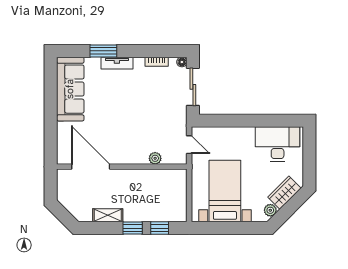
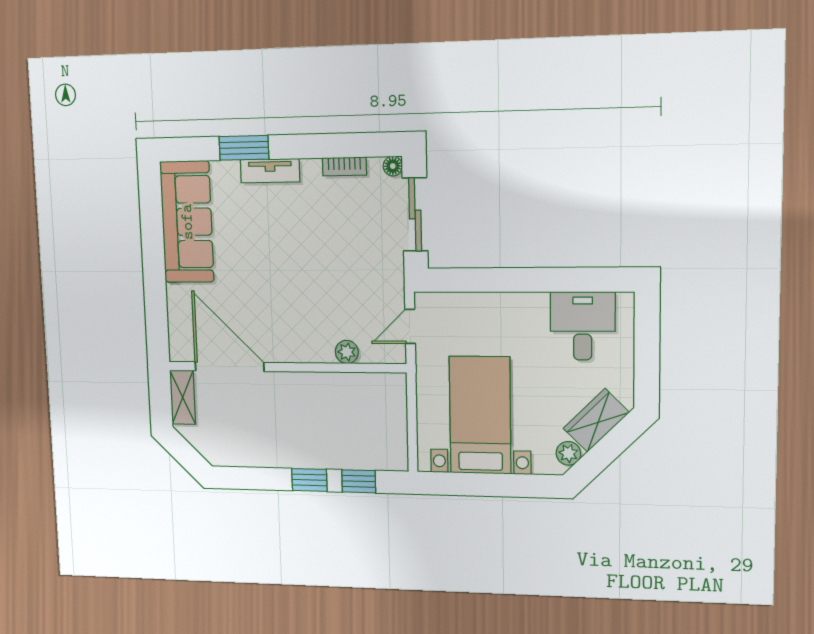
desk: (278, 144) -> (583, 326), width x0.73
door: (189, 145) -> (410, 326), swing flipped
shelving: (108, 215) -> (183, 397), moved, turned 90

